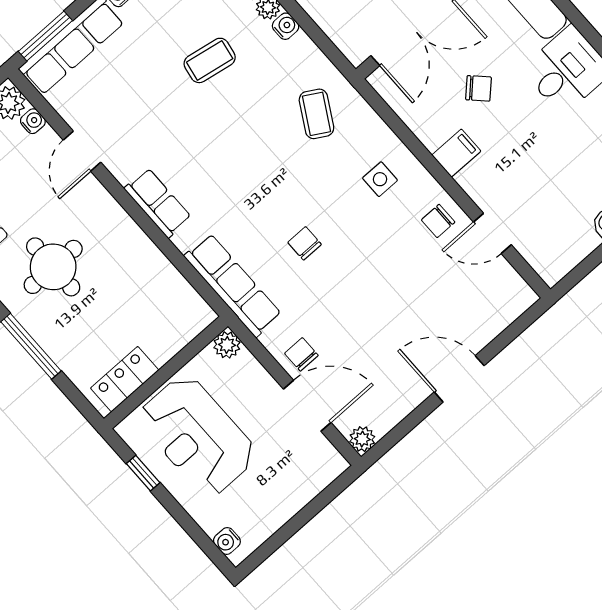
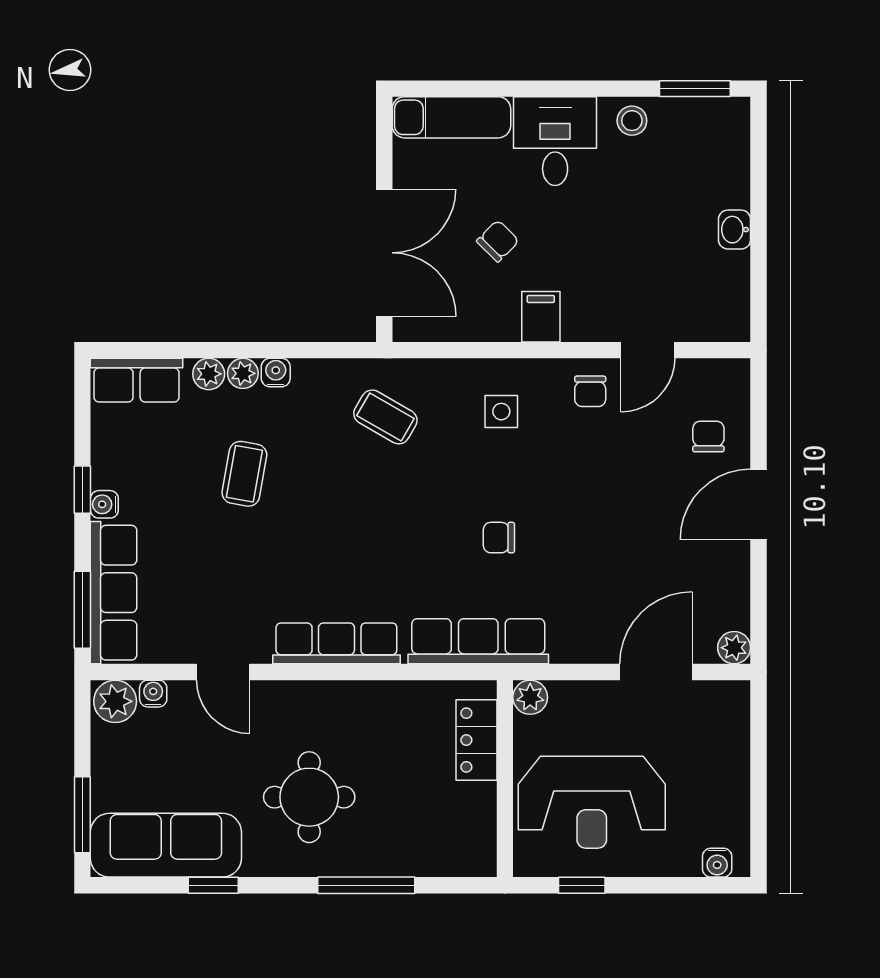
row of seats: (158, 203) -> (336, 643), width x1.48
chair: (301, 354) -> (708, 436), moved, turned 90
locker: (125, 379) -> (477, 740), moved

